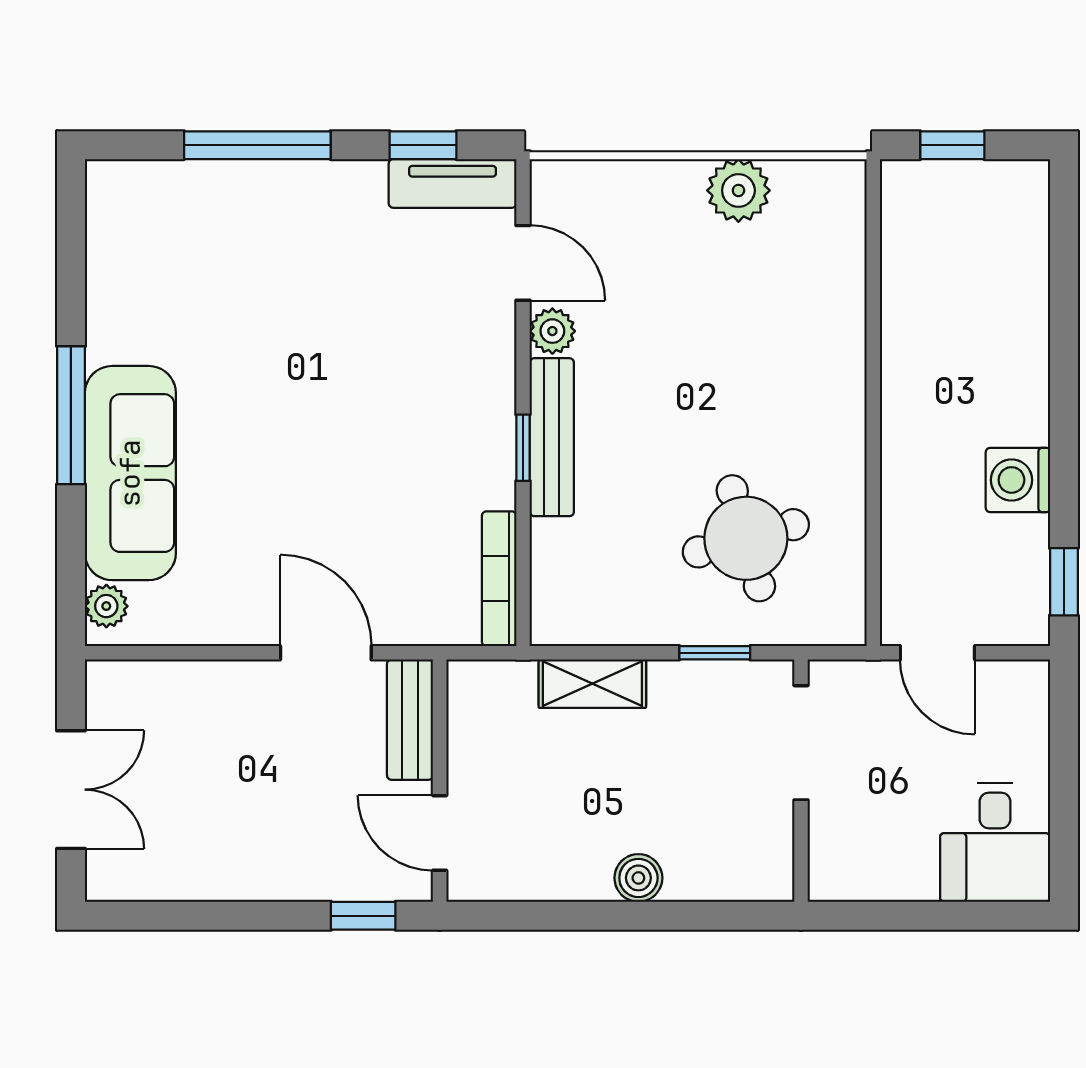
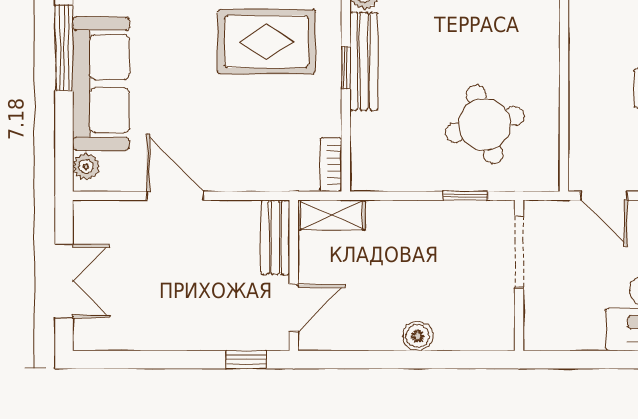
rug: (396, 406) -> (266, 42), added
bookcase: (499, 579) -> (331, 165), width x0.64
door: (326, 653) -> (175, 196), moved
shelving: (592, 684) -> (331, 215), moved
door: (440, 833) -> (294, 308), swing flipped

